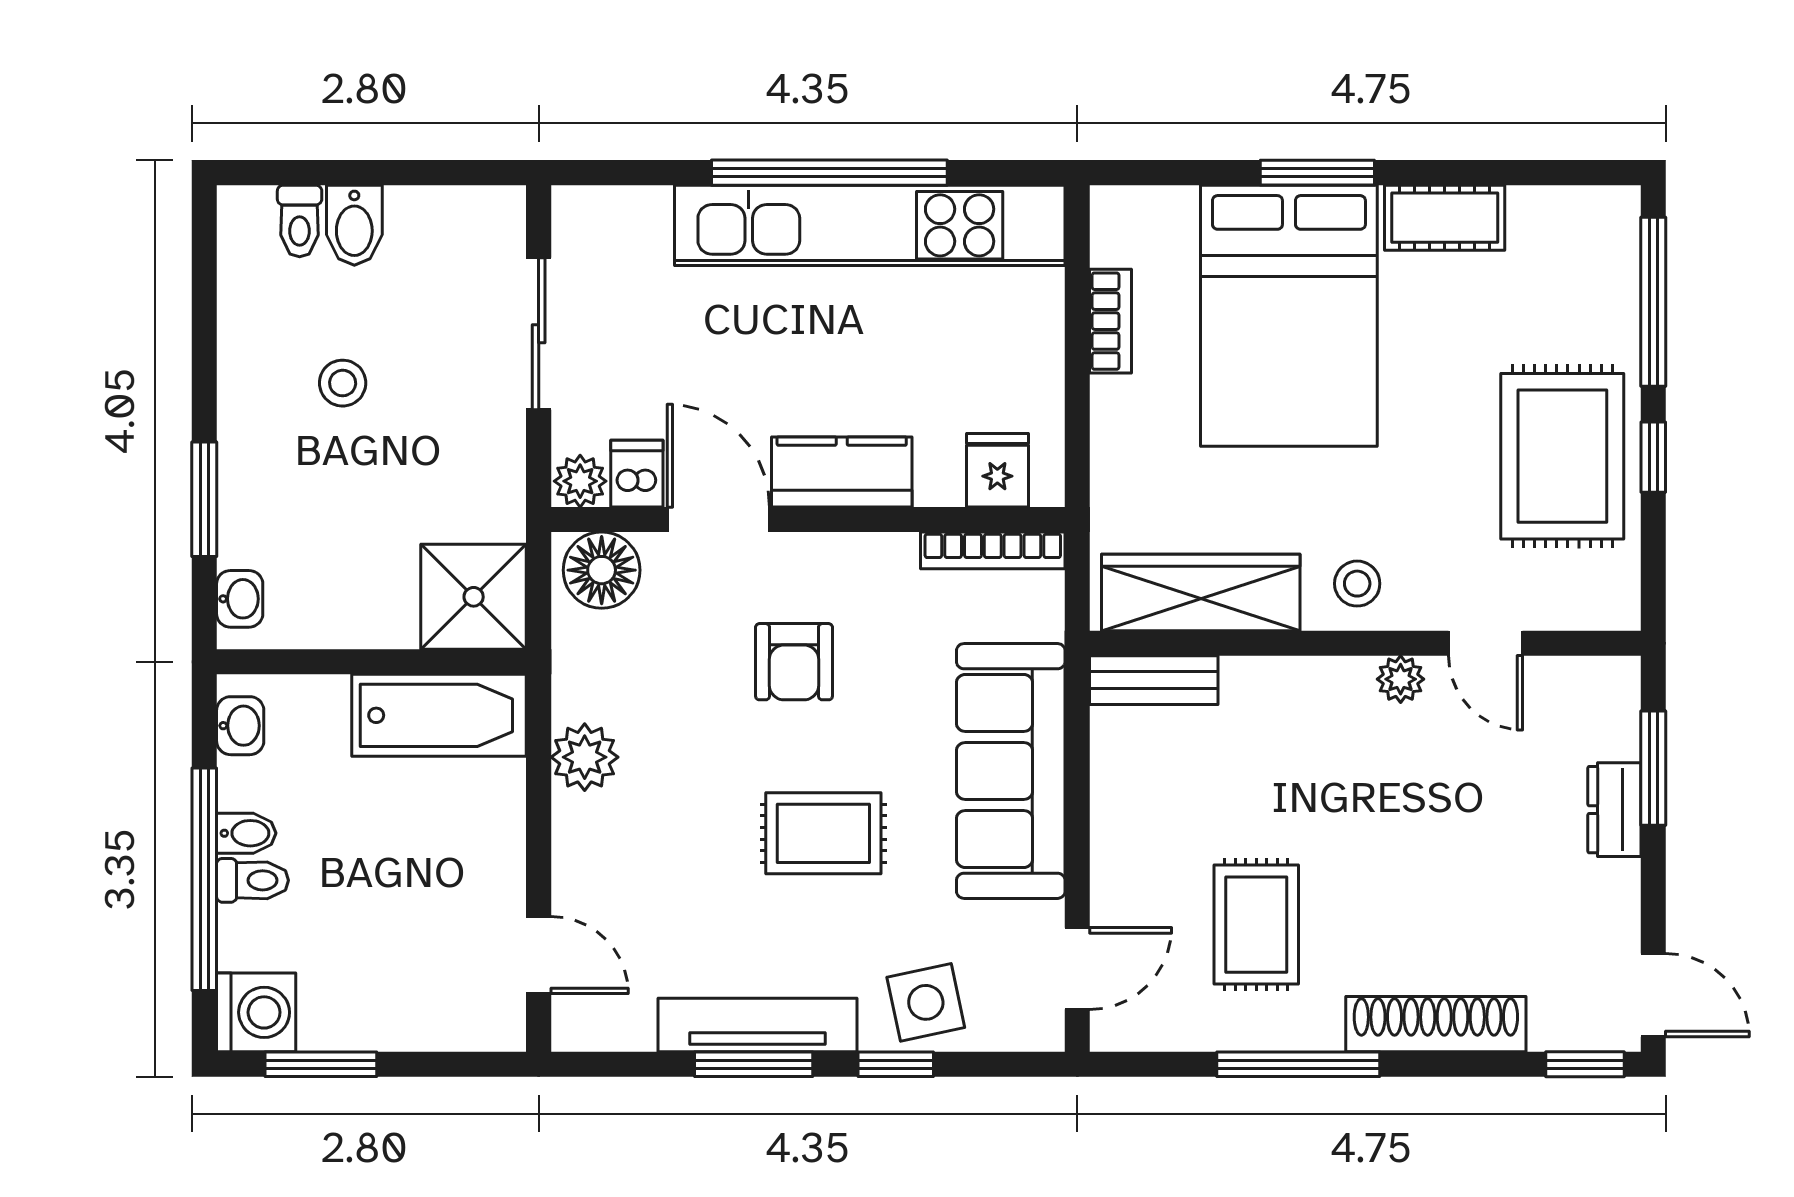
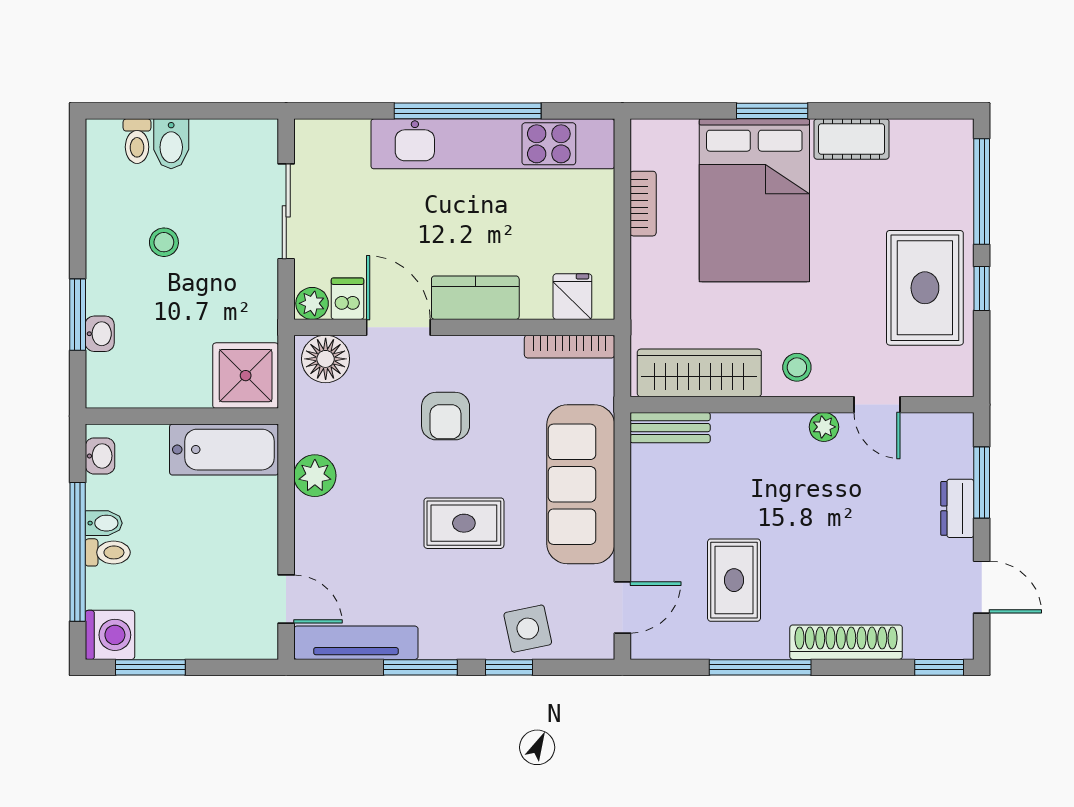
washbasin: (240, 599) -> (100, 334), moved
door: (1653, 995) -> (982, 587), moved
tv unit: (758, 1025) -> (356, 643), moved

